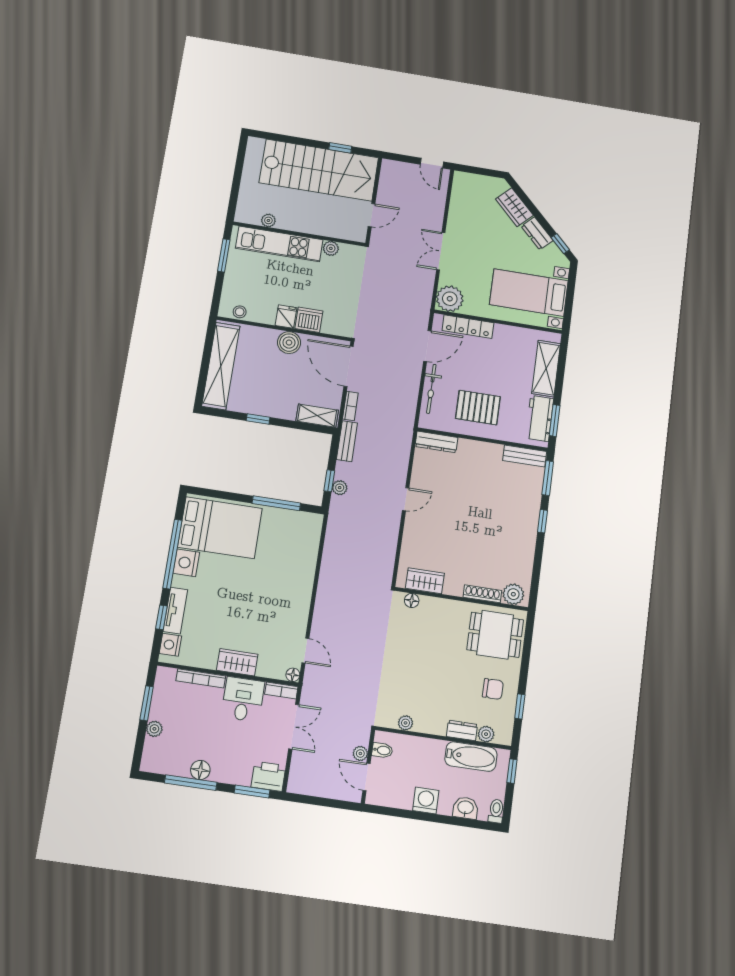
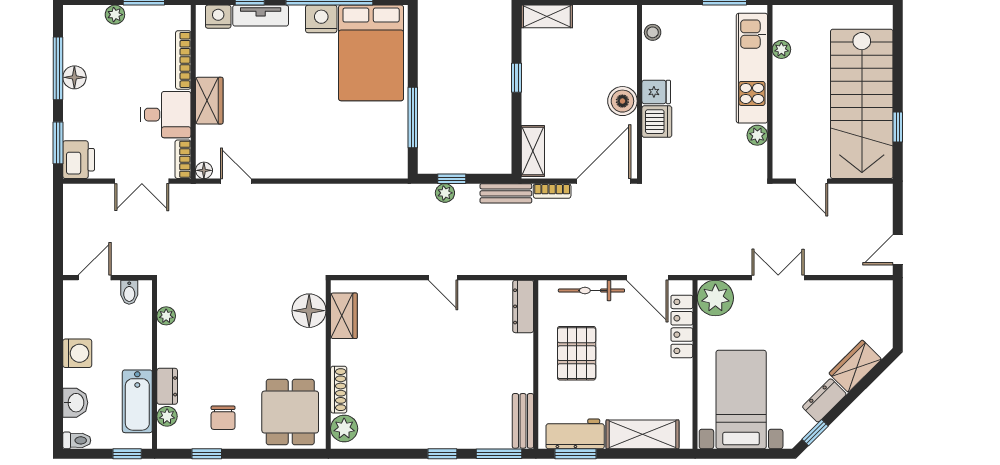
shelving: (221, 366) -> (547, 16), width x0.45, depth x0.75
floor lamp: (412, 601) -> (309, 311), width x1.89, depth x1.89
door: (305, 651) -> (236, 181), swing flipped
plant: (360, 753) -> (122, 266), removed

